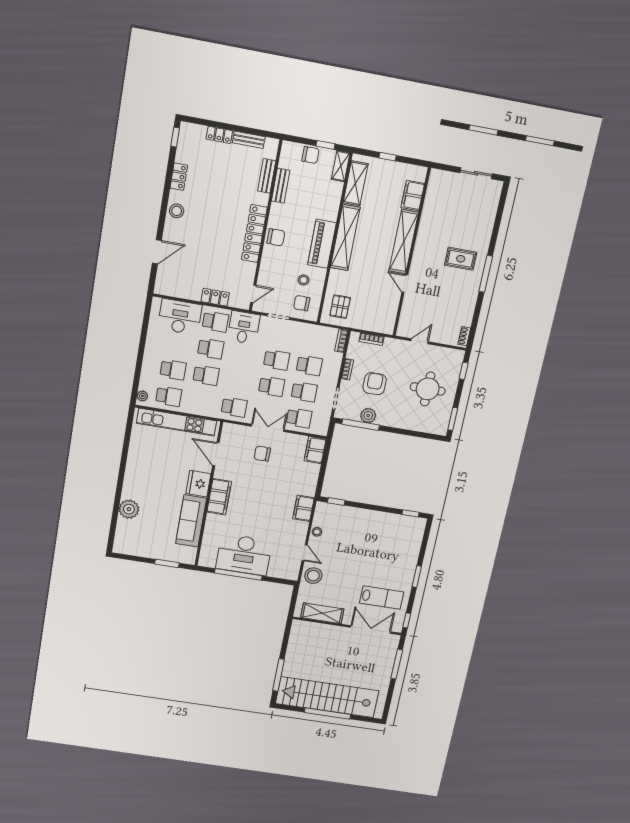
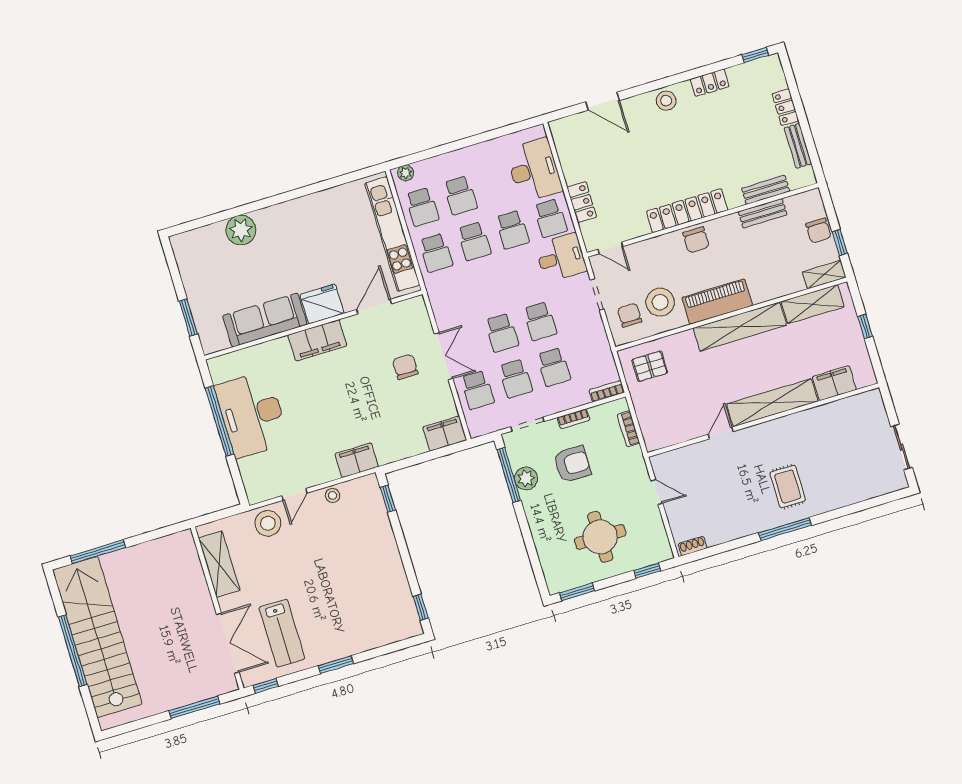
stool: (304, 280) -> (660, 302), width x1.89, depth x1.89
school desk: (234, 407) -> (436, 253), moved

